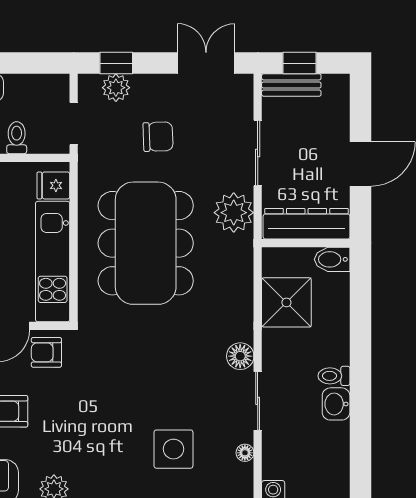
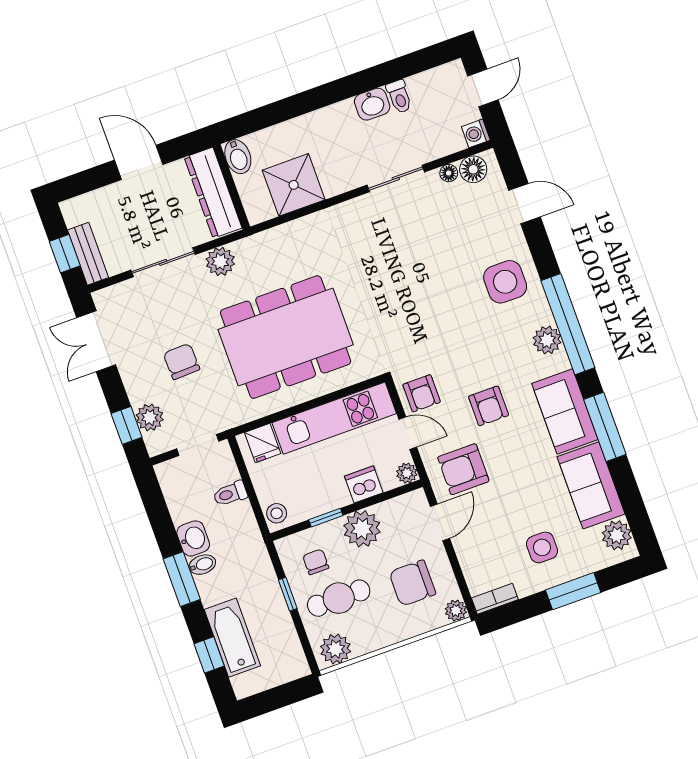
plant: (234, 213) -> (220, 262), width x0.73, depth x0.73
floor lamp: (240, 356) -> (473, 169), moved
toilet: (334, 376) -> (399, 97), moved
side table: (173, 449) -> (505, 282), moved

